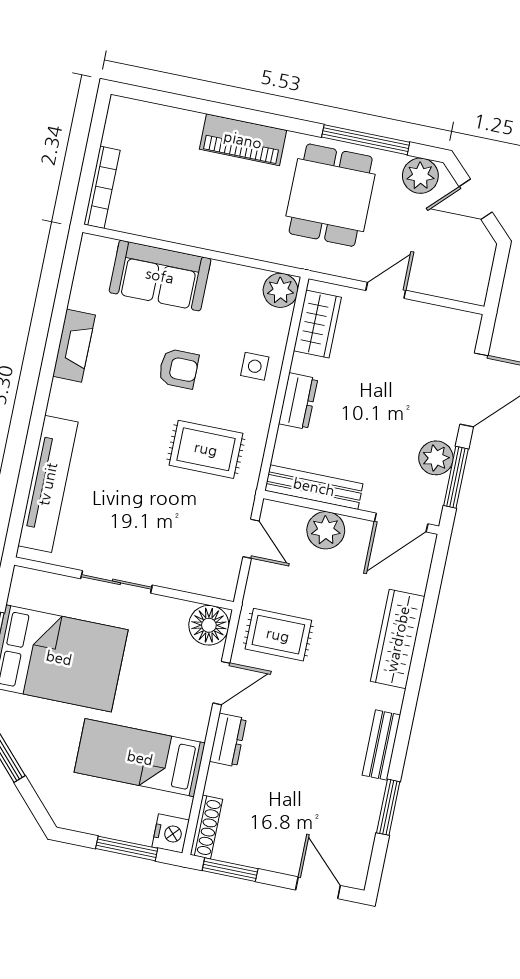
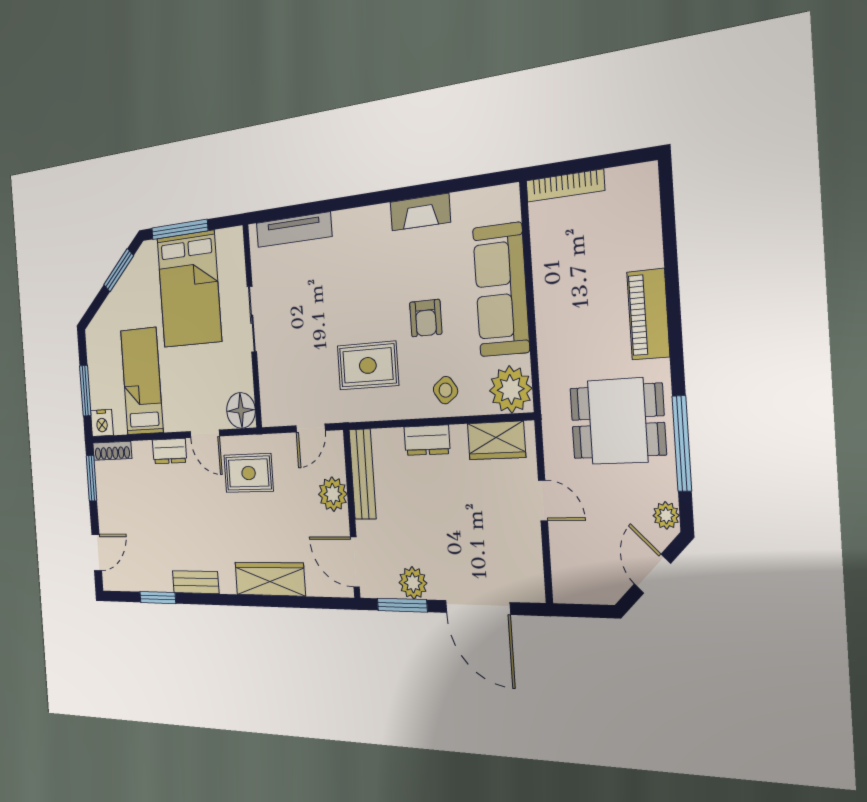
plant: (420, 176) -> (666, 515), width x0.73, depth x0.73
sofa: (160, 276) -> (501, 290), width x1.36
plant: (280, 290) -> (511, 389), width x1.36, depth x1.36
side table: (255, 366) -> (446, 390), turned -35
rug: (206, 449) -> (368, 365), turned 90
tv unit: (48, 484) -> (294, 230), width x0.73, depth x0.78
rug: (278, 635) -> (249, 473), turned 90

